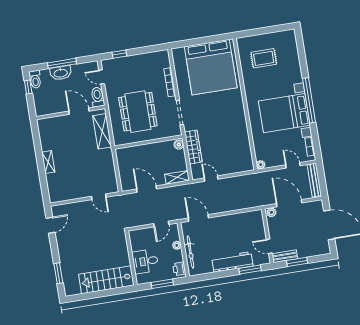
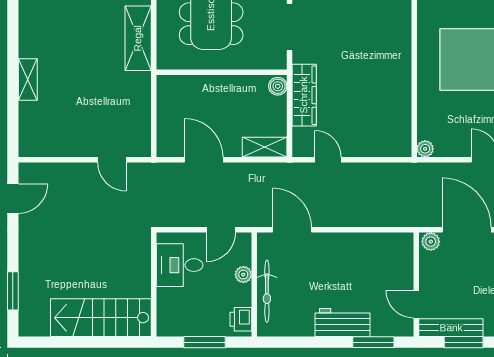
bench: (285, 256) -> (451, 328), width x1.36
desk: (145, 261) -> (180, 265), moved
workbench: (232, 262) -> (343, 323), width x0.73

